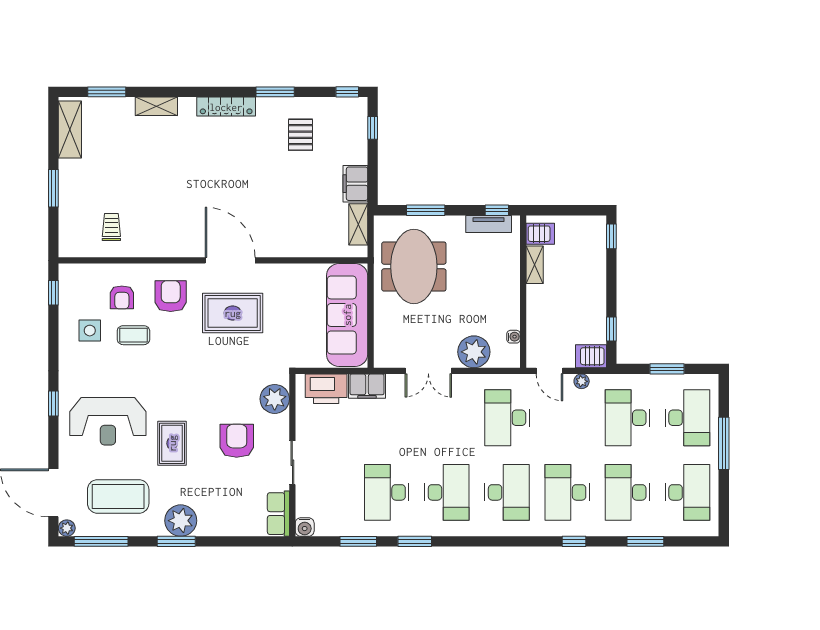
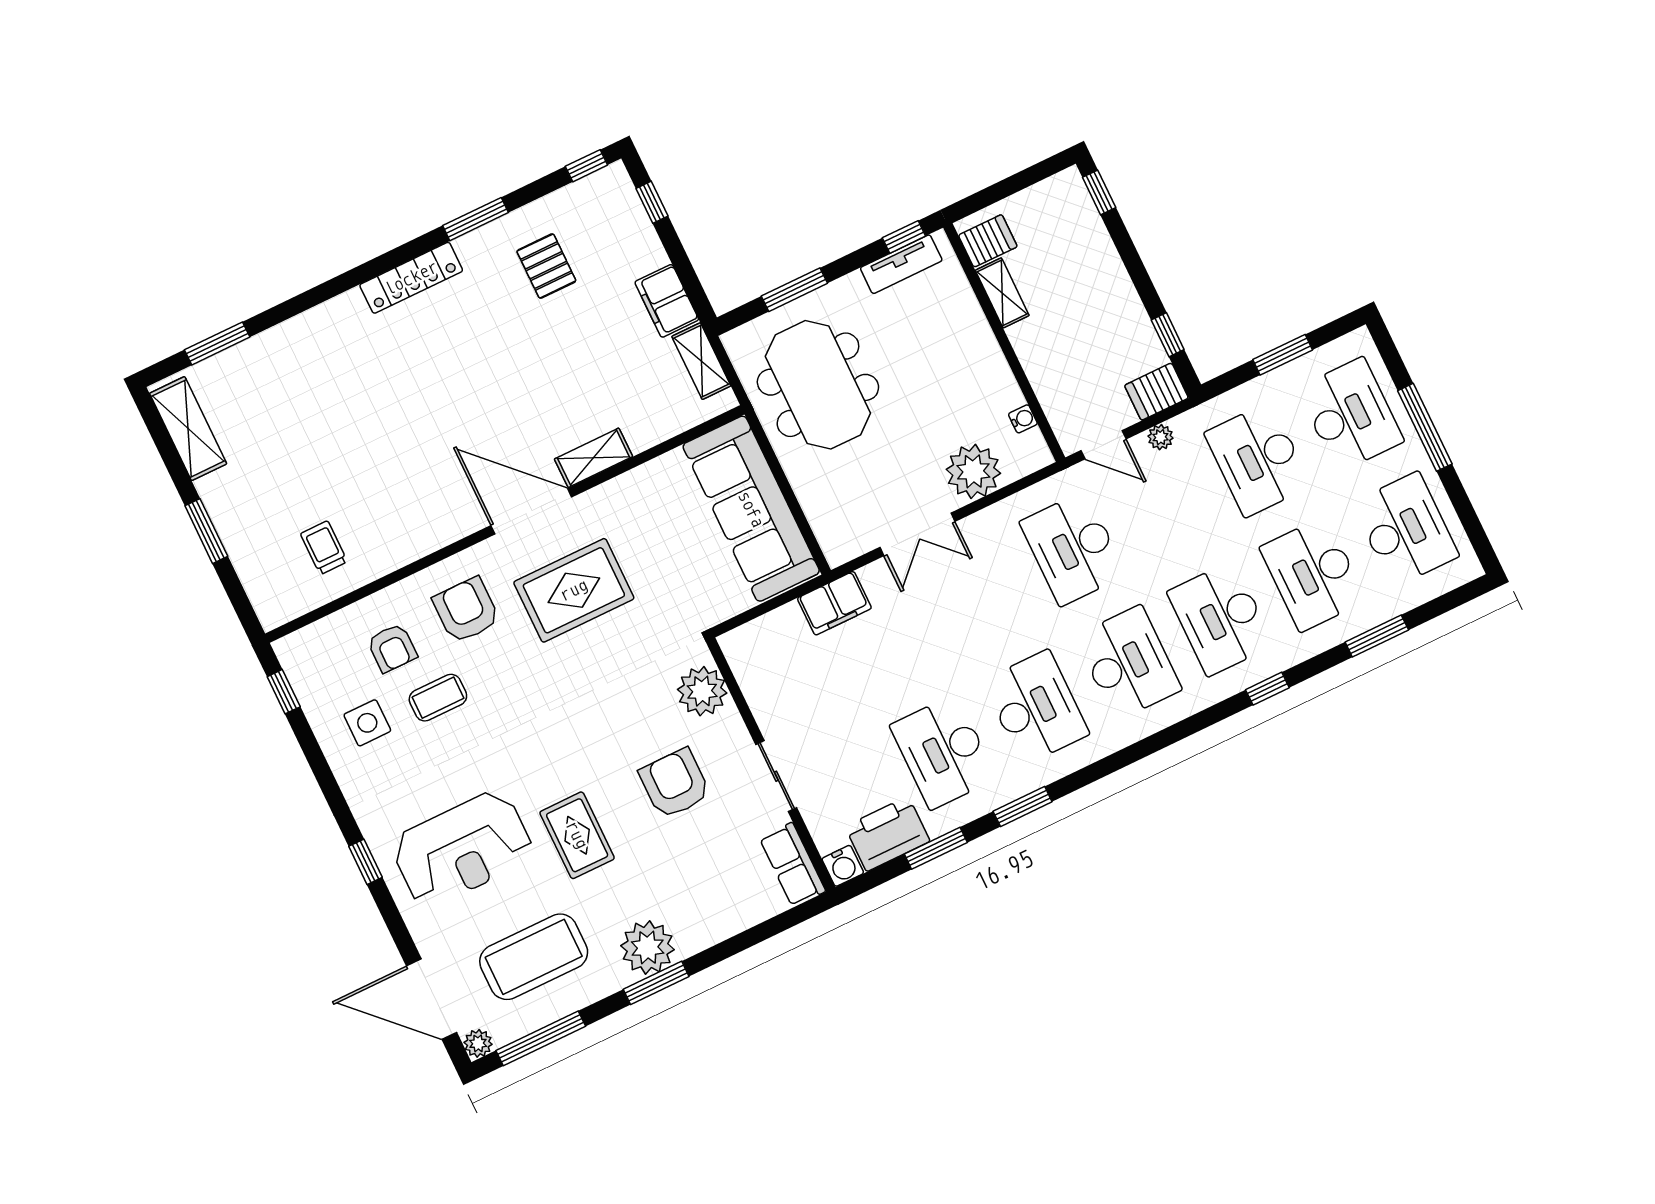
shelving: (156, 106) -> (594, 458), moved
printer: (326, 389) -> (887, 834), moved, turned 180

